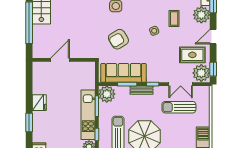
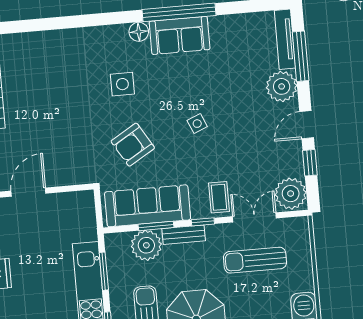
coffee table: (174, 19) -> (219, 197), moved
rug: (192, 55) -> (271, 162), removed
window: (213, 69) -> (310, 163), moved
double door: (181, 84) -> (254, 217), swing flipped
plant: (107, 94) -> (146, 245), moved

